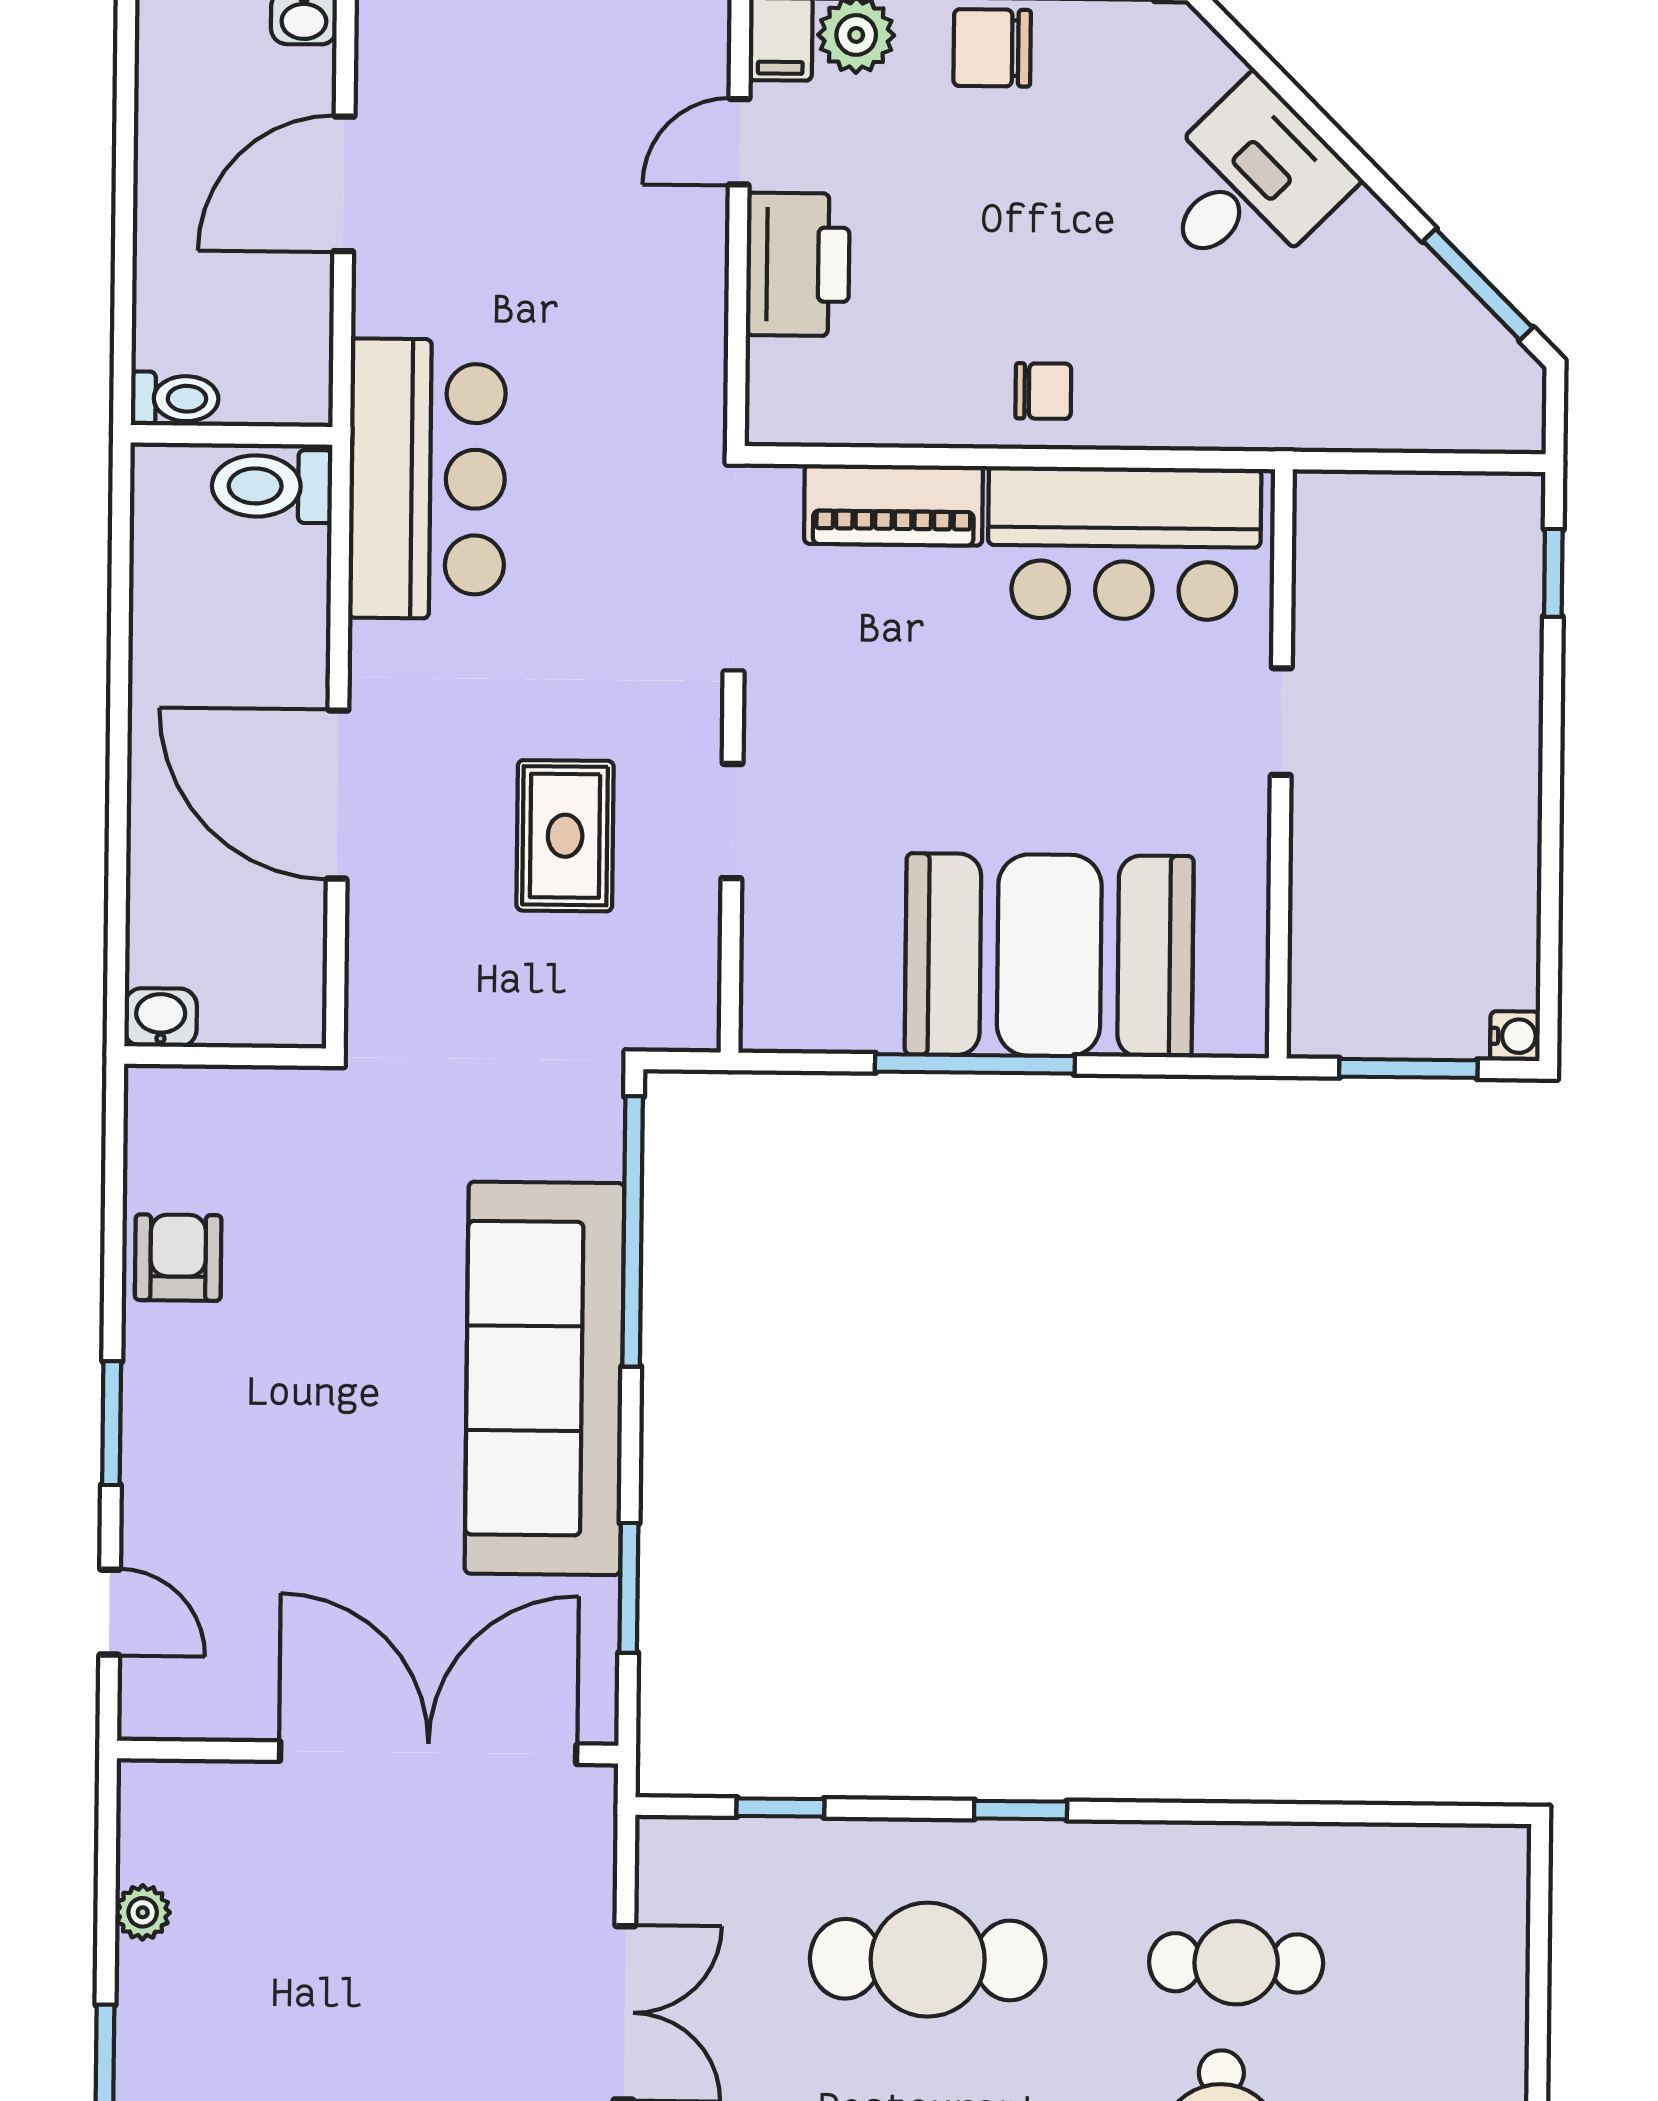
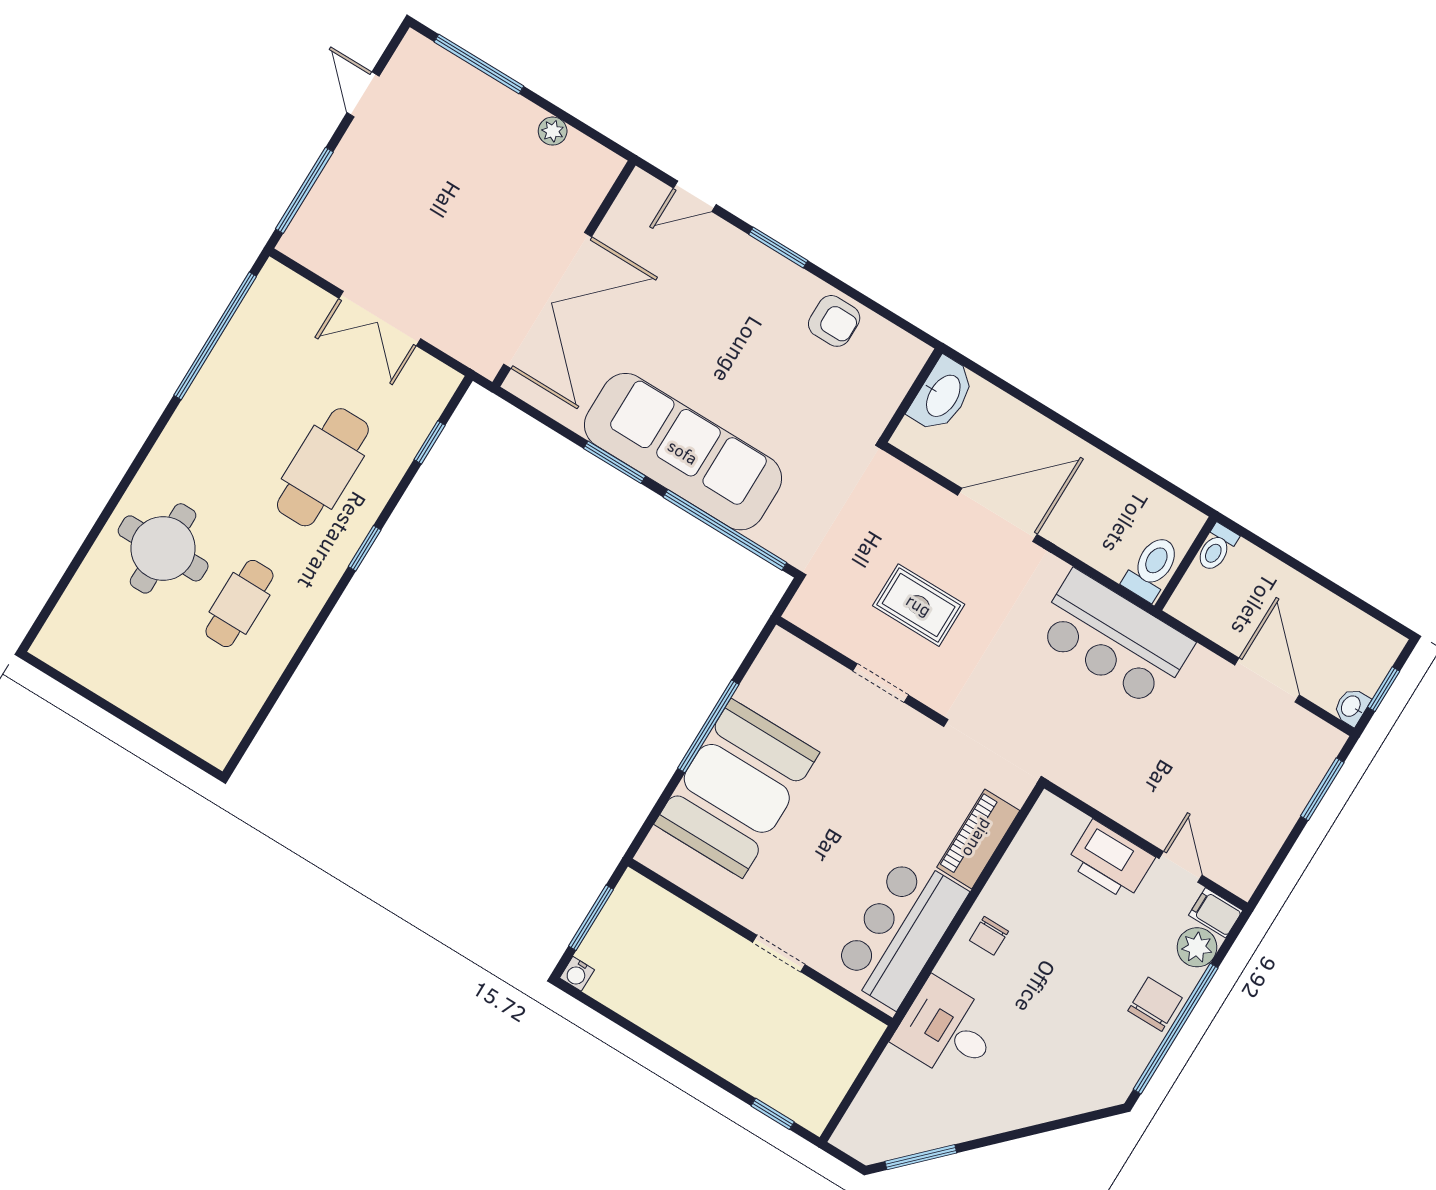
desk: (1248, 183) -> (947, 1030), moved, turned 135
washbasin: (161, 1017) -> (942, 395), width x1.91, depth x1.45
window: (629, 1588) -> (615, 462), moved

